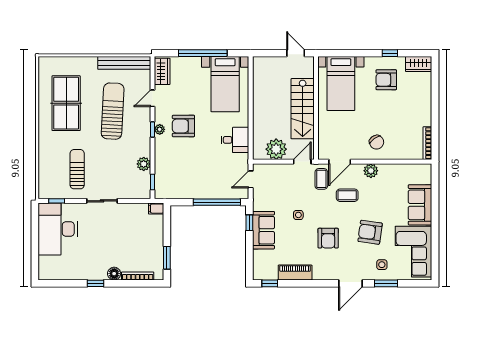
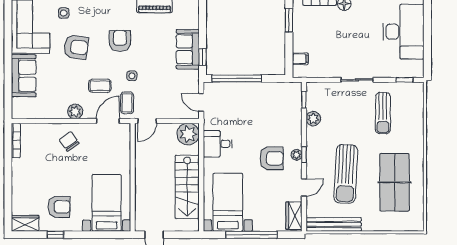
stairs: (303, 109) -> (187, 187), moved, turned 180
plant: (276, 149) -> (188, 134), moved
door: (251, 179) -> (201, 102), swing flipped
filing cabinet: (156, 209) -> (300, 59), moved
side table: (298, 215) -> (132, 76), moved
desk: (58, 229) -> (403, 32), moved

